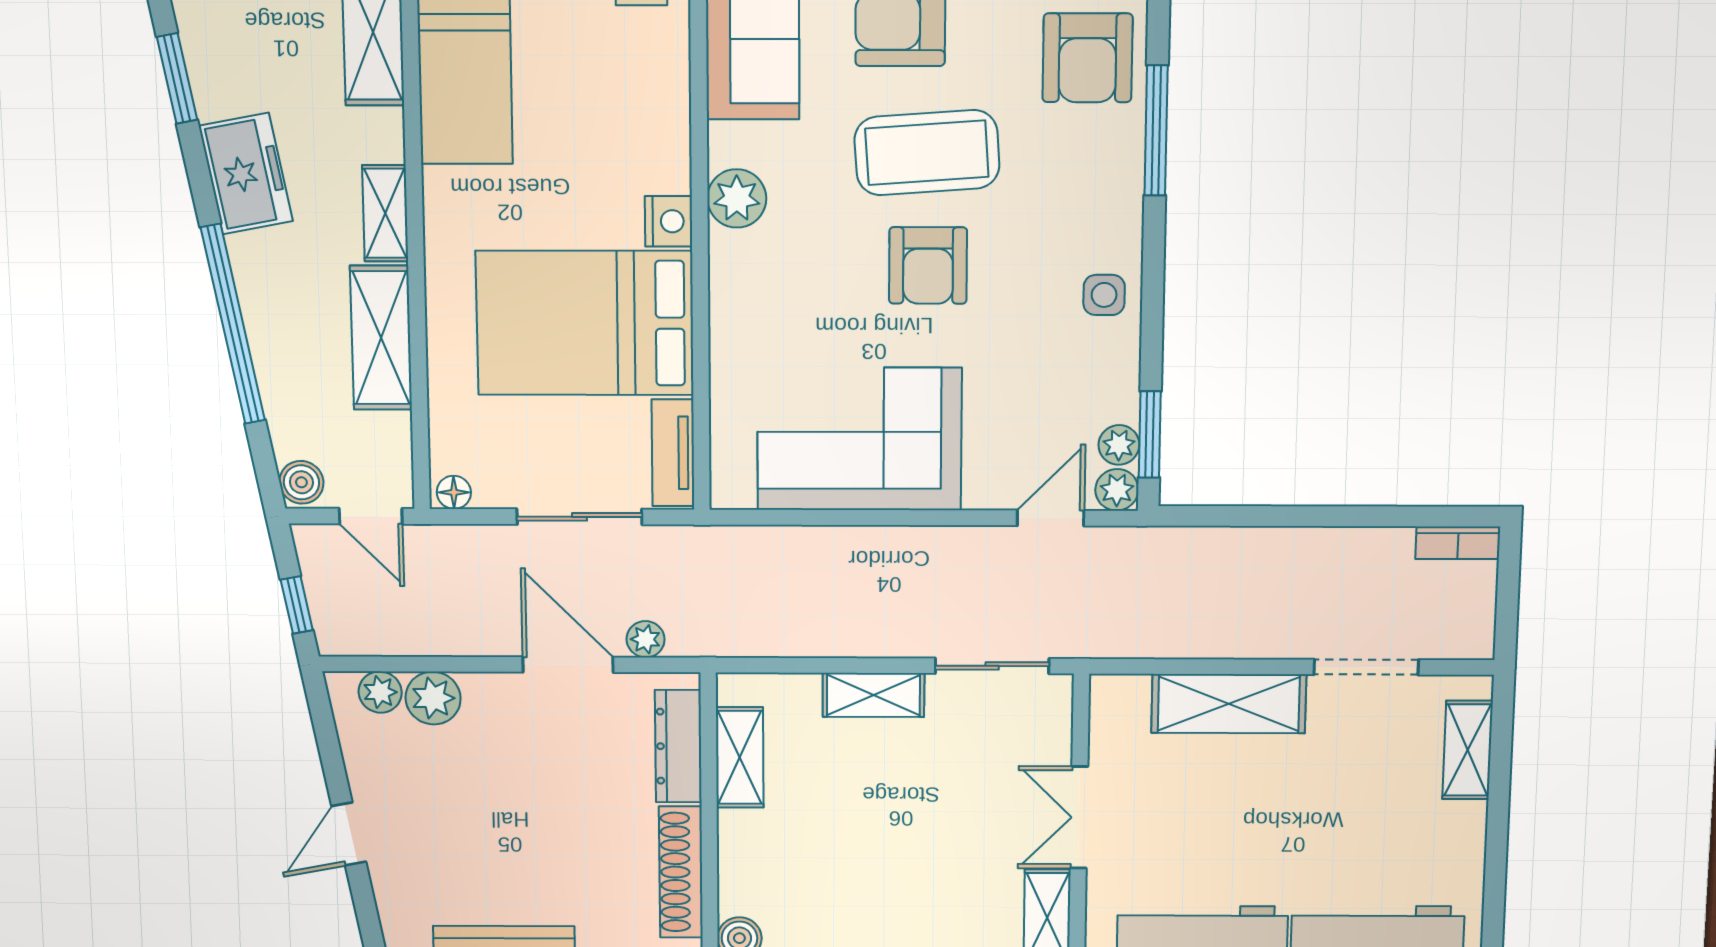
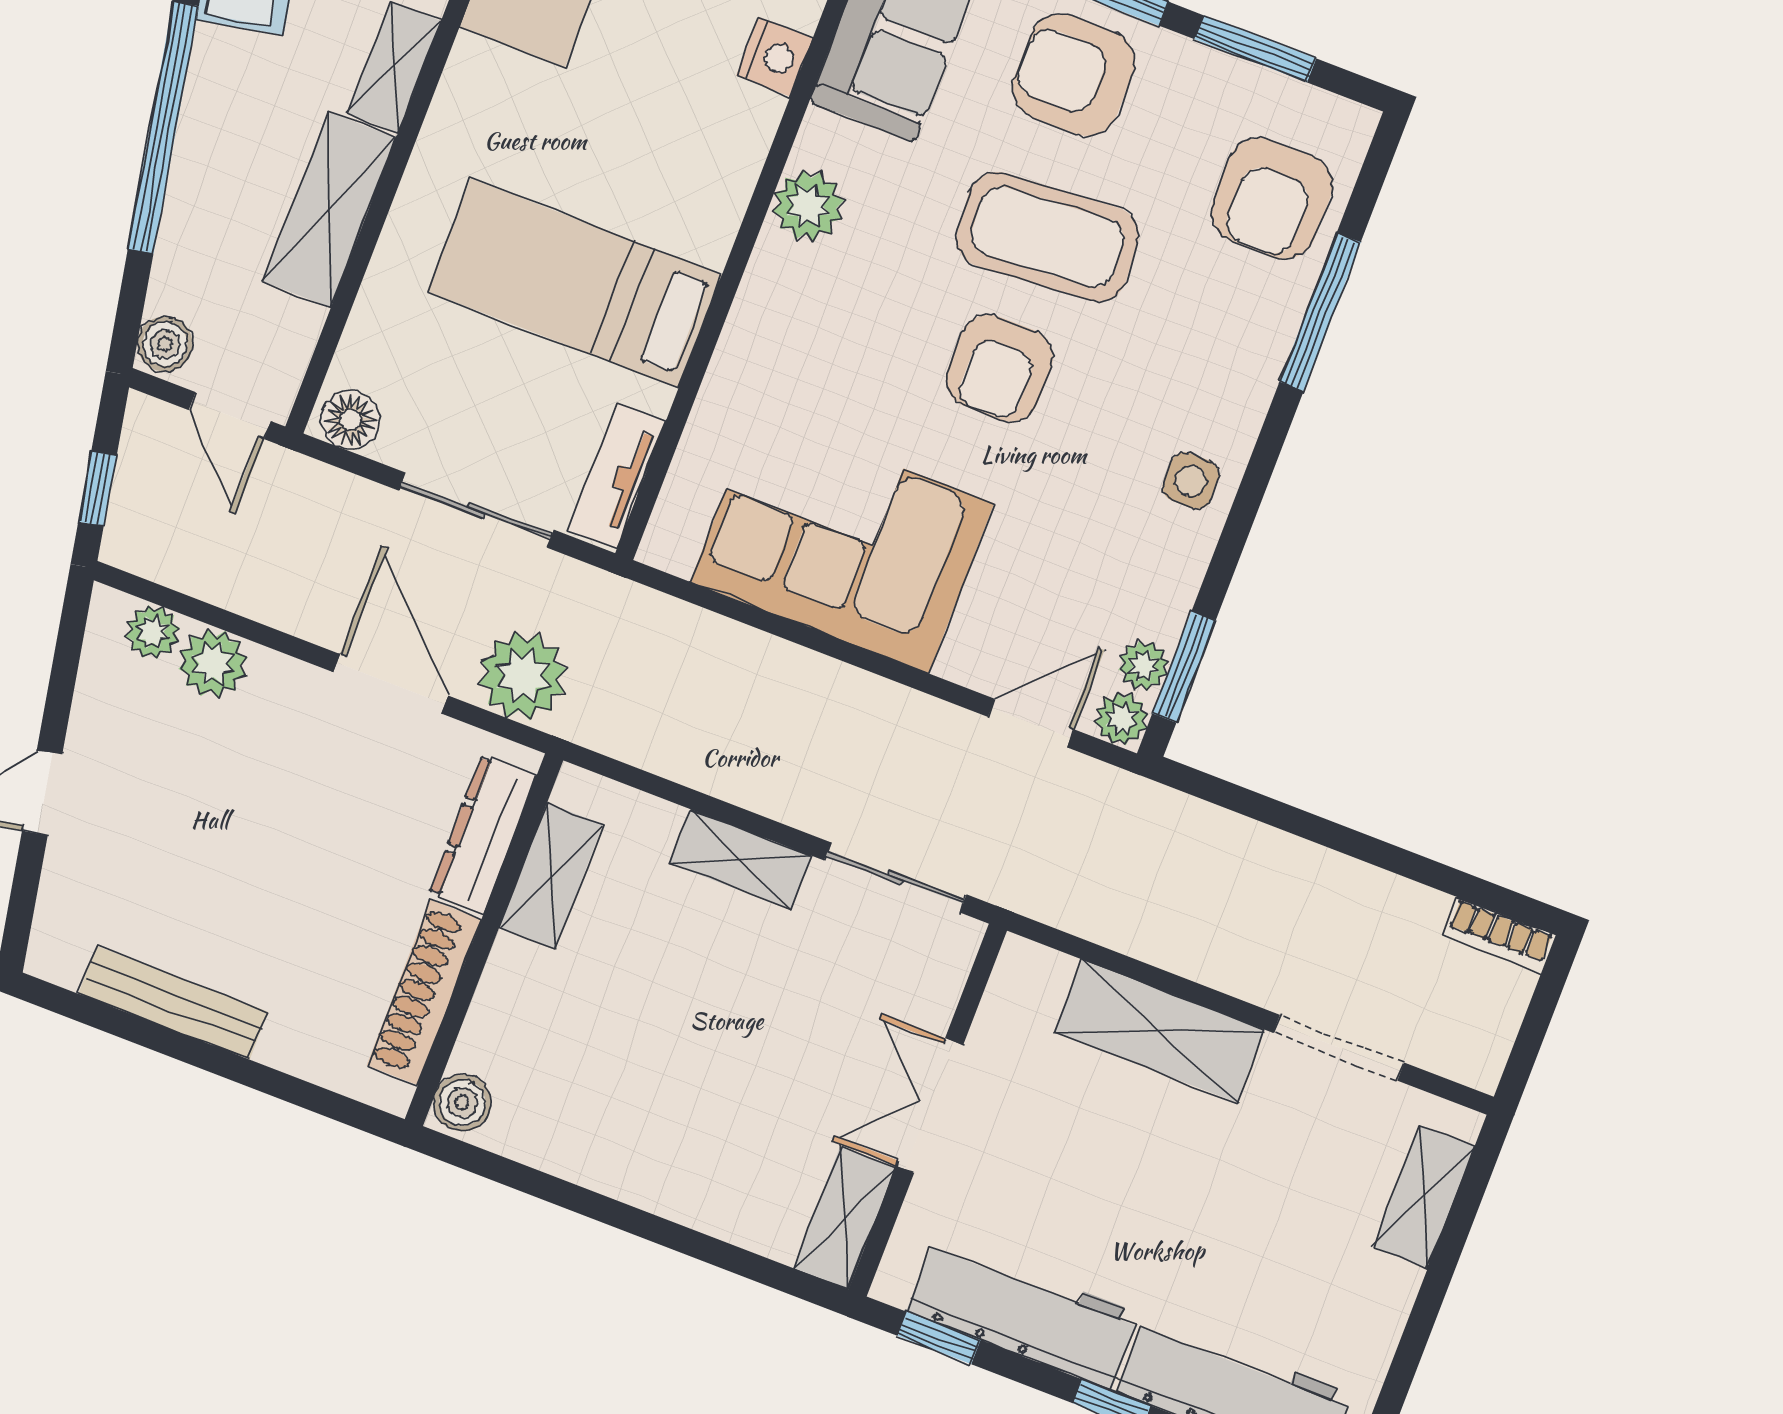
nightstand: (669, 221) -> (775, 57), moved
bed: (585, 323) -> (575, 283), width x0.67
floor lamp: (454, 492) -> (350, 420), width x1.37, depth x1.37
plant: (646, 639) -> (523, 676), width x1.88, depth x1.88

